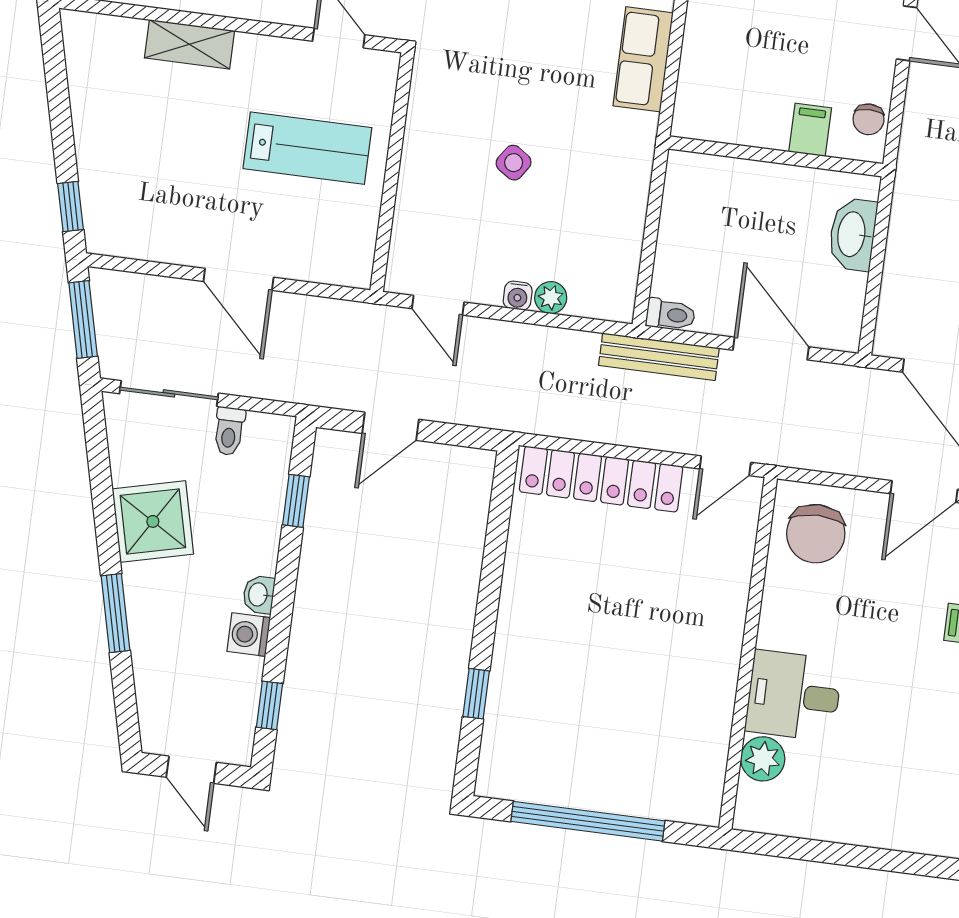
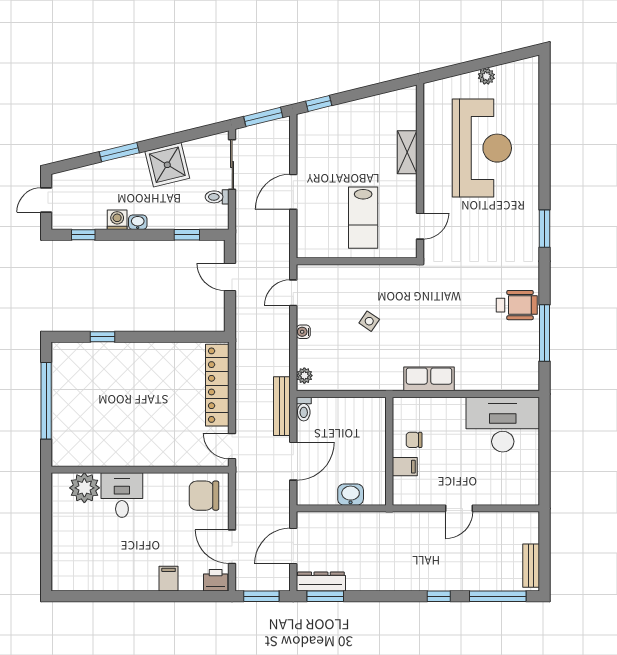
chair: (868, 119) -> (414, 440), moved
washbasin: (853, 234) -> (351, 495), width x0.72
plant: (551, 298) -> (304, 376), moved
plant: (763, 759) -> (84, 488), width x1.36, depth x1.36

